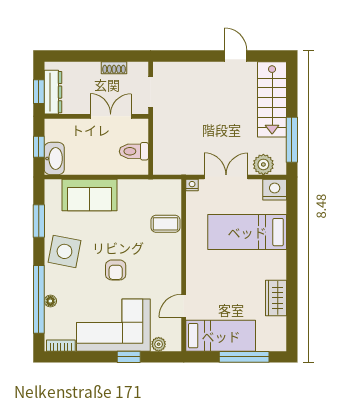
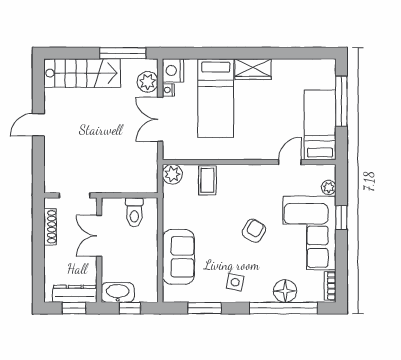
door: (236, 56) -> (38, 125), moved
shoe rack: (114, 68) -> (50, 227), width x1.43
washbasin: (54, 158) -> (118, 292), moved
nightstand: (192, 185) -> (168, 90), moved
plant: (172, 189) -> (172, 174), added
side table: (64, 251) -> (235, 282), width x0.54, depth x0.54
armchair: (116, 270) -> (254, 231), turned -60
wardrobe: (276, 298) -> (253, 69), moved
floor lamp: (50, 301) -> (285, 291), width x1.89, depth x1.89
door: (184, 306) -> (290, 162), swing flipped

